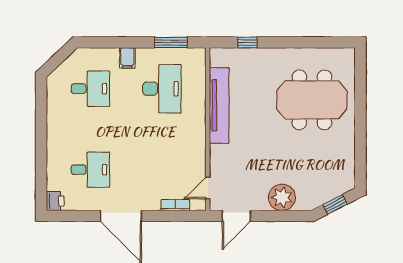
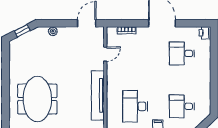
meeting table: (312, 100) -> (37, 99), turned 90
door: (208, 188) -> (105, 54), moved
plant: (282, 197) -> (53, 31), width x0.53, depth x0.53

